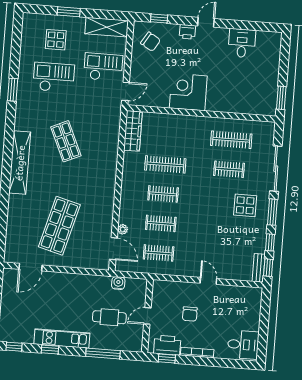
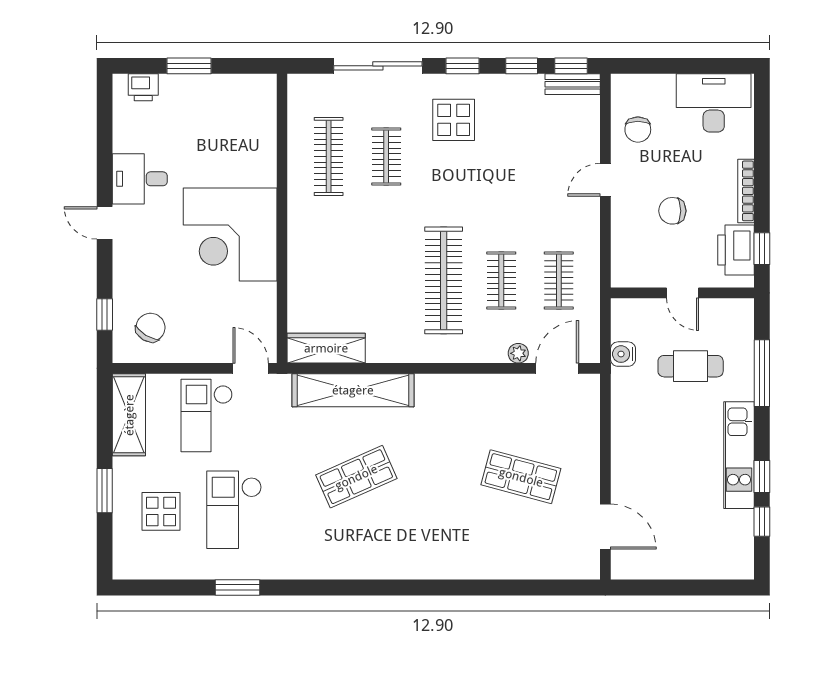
printer: (187, 32) -> (143, 87), moved, turned 90
desk: (242, 43) -> (140, 179), moved
window: (13, 90) -> (238, 588), moved
corner desk: (188, 92) -> (230, 234), width x1.36, depth x1.36
window: (281, 98) -> (189, 66), moved
shelving: (20, 163) -> (353, 390), moved
clothes rail: (165, 164) -> (386, 280), removed
clothes rail: (163, 194) -> (444, 280), width x1.86, depth x1.31
window: (272, 212) -> (463, 66), width x0.67
shop shelf: (59, 226) -> (521, 477), width x0.70, depth x0.74
chair: (233, 299) -> (638, 130), added
chair: (190, 314) -> (672, 211), turned 180
cafe table: (109, 317) -> (691, 366), turned 90
desk: (243, 345) -> (714, 103), width x1.37
window: (14, 347) -> (762, 522), moved

